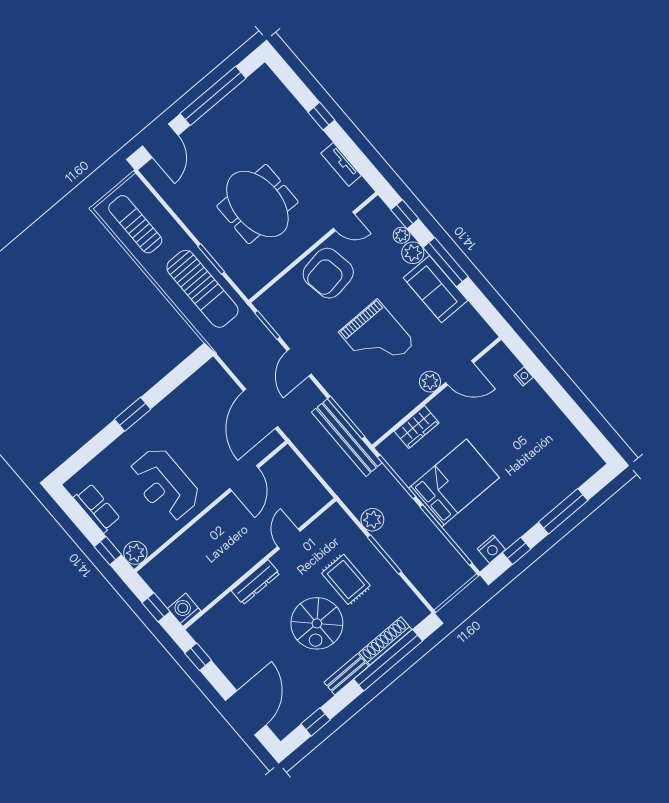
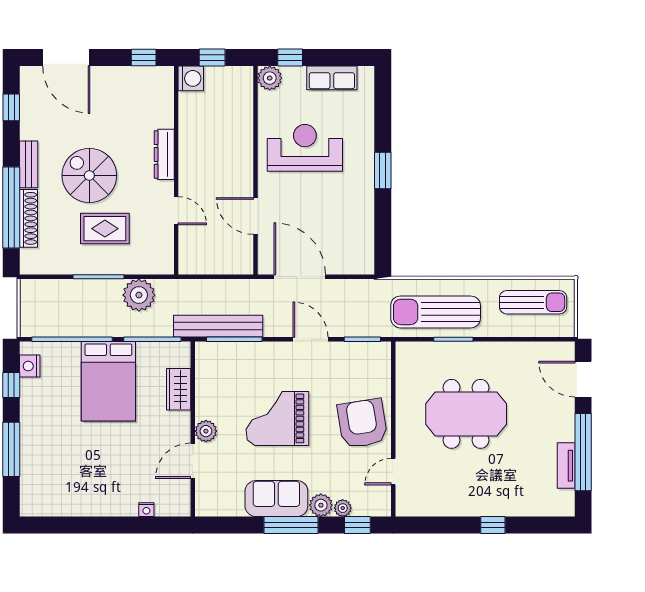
tv unit: (341, 164) -> (566, 466), moved, turned -90
plant: (372, 520) -> (139, 295), width x1.36, depth x1.36

